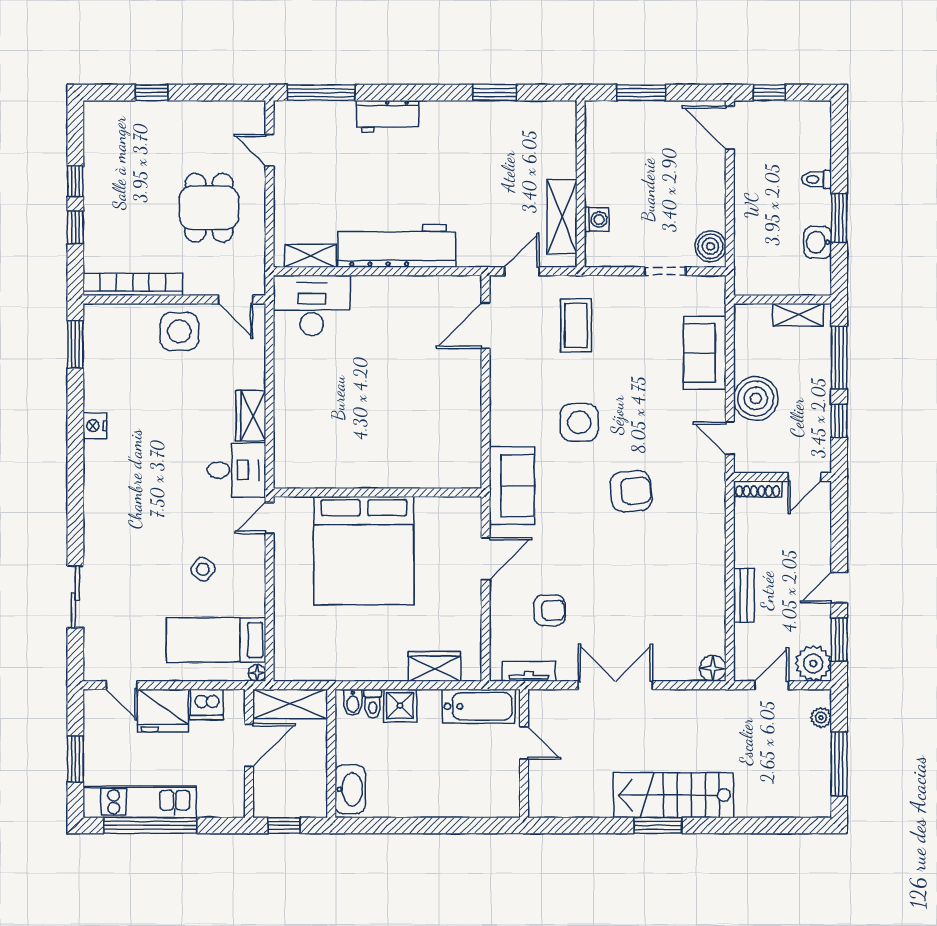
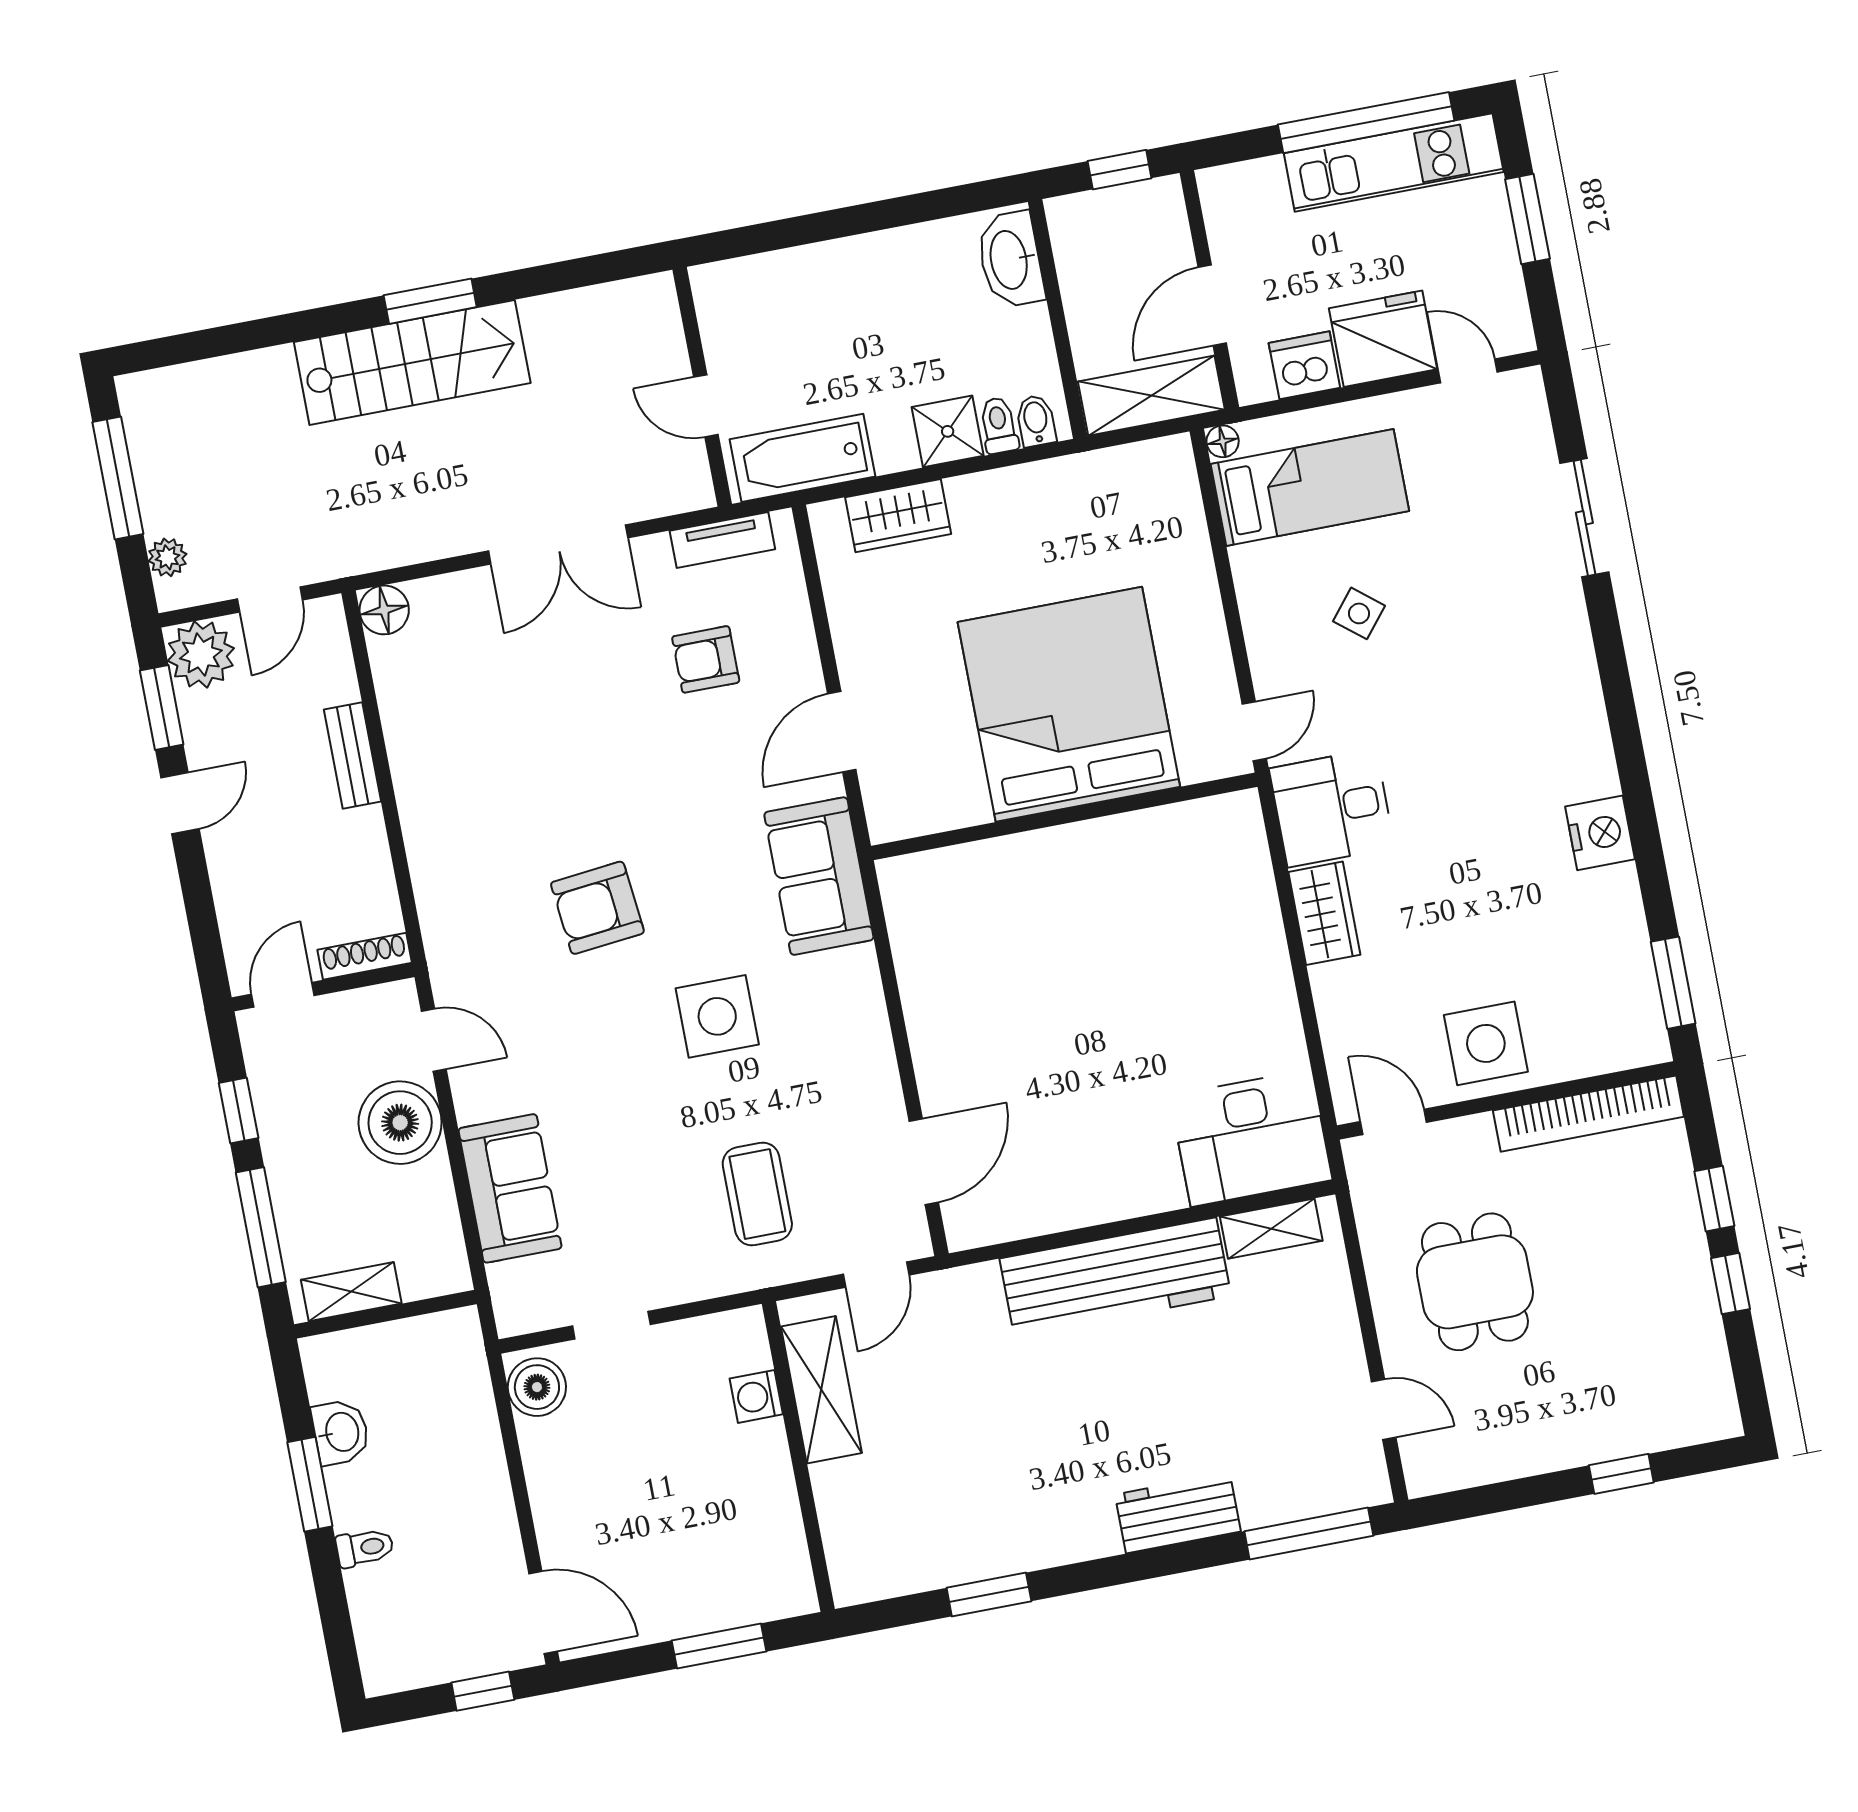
nightstand: (95, 426) -> (1600, 833), width x1.36, depth x1.33

